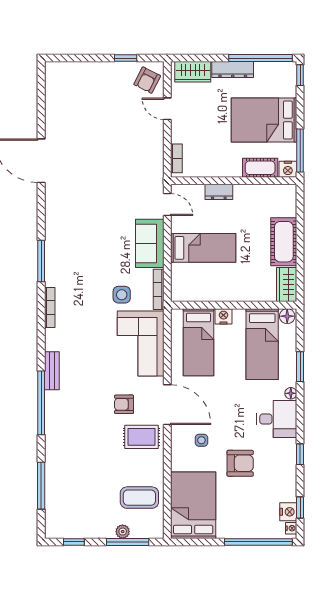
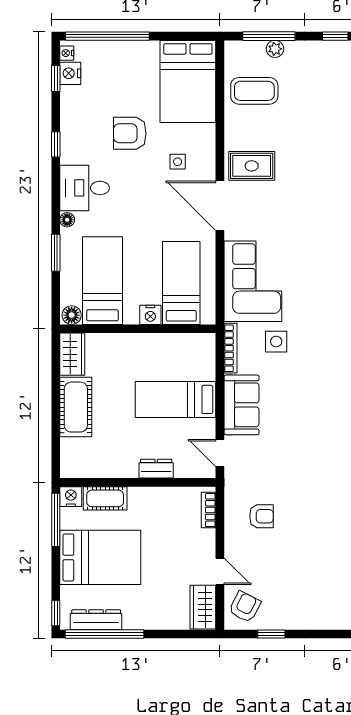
dresser: (233, 70) -> (96, 620), moved
wardrobe: (193, 72) -> (203, 607), moved, turned -90
armchair: (124, 404) -> (261, 516), moved

